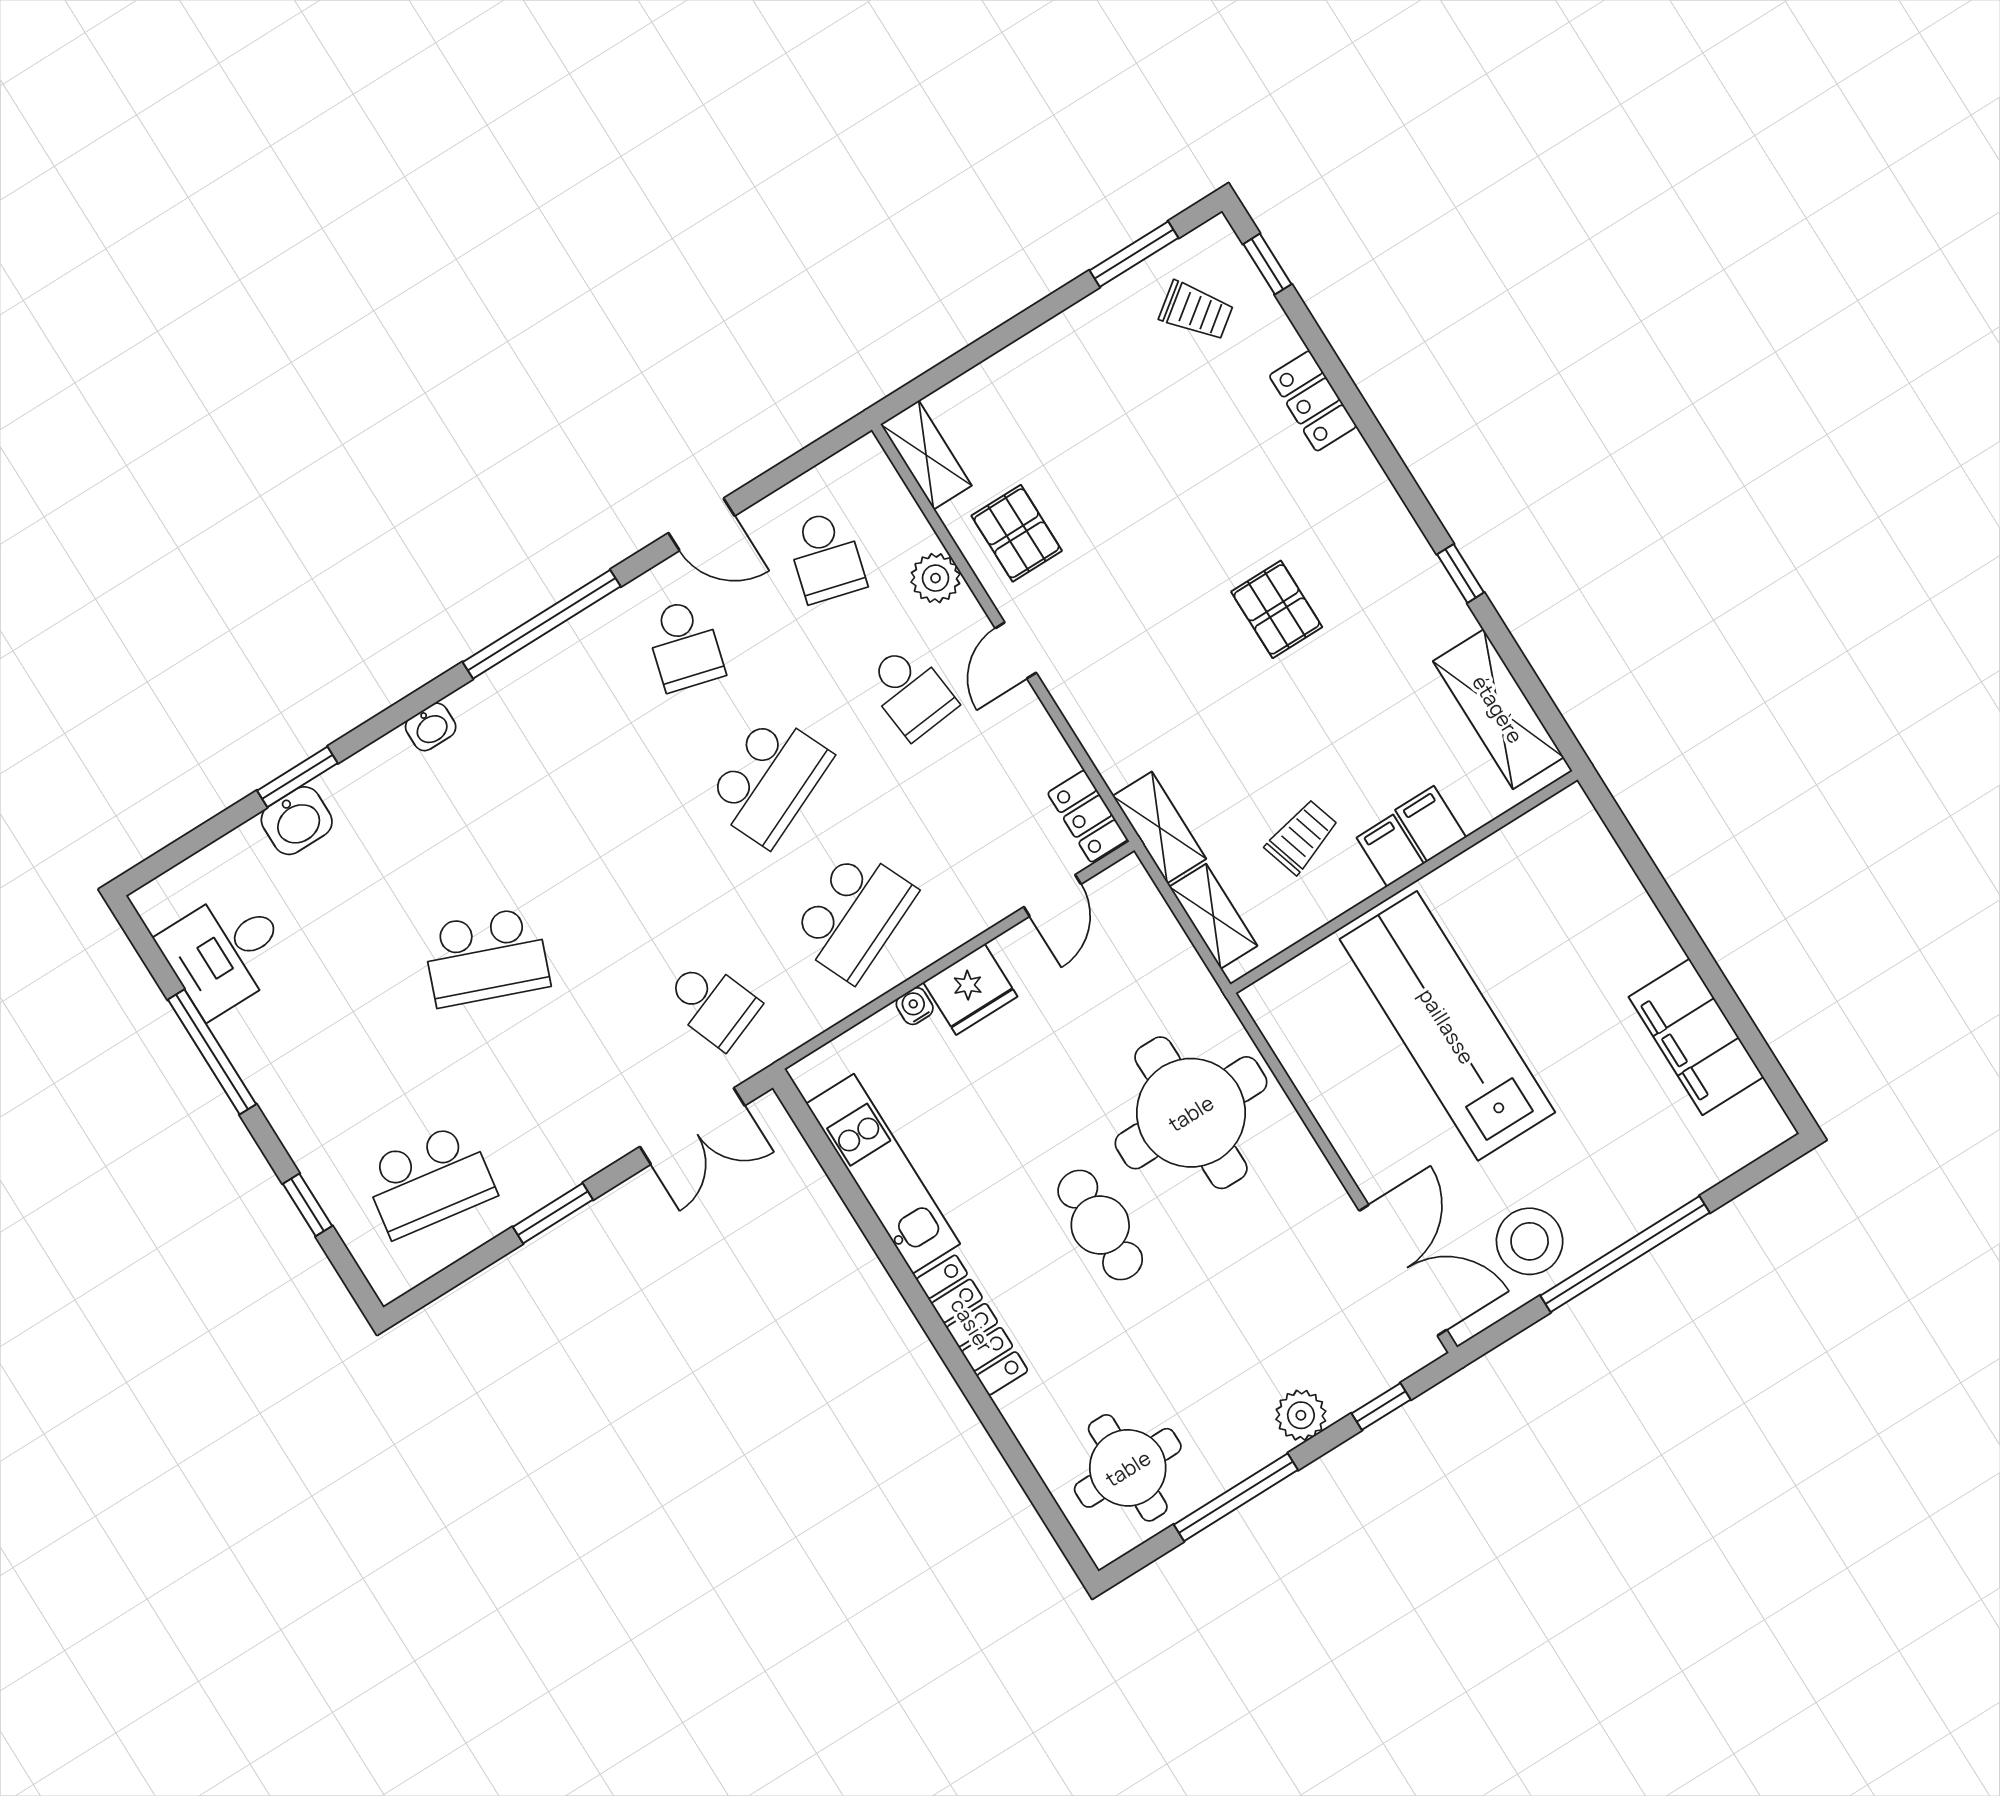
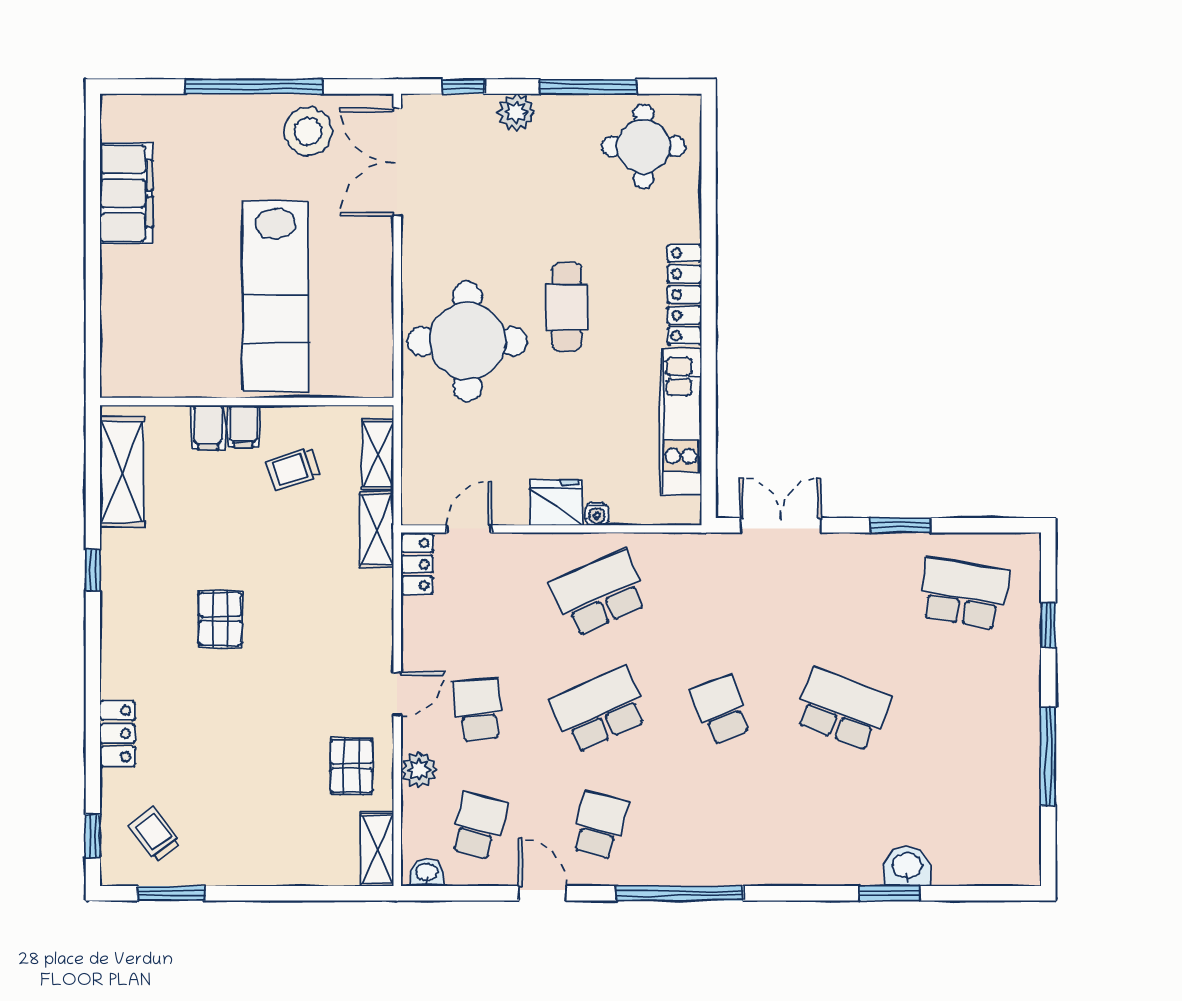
washbasin: (431, 727) -> (427, 873), moved
desk: (225, 952) -> (1001, 813), removed
school desk: (712, 1004) -> (721, 709), moved

